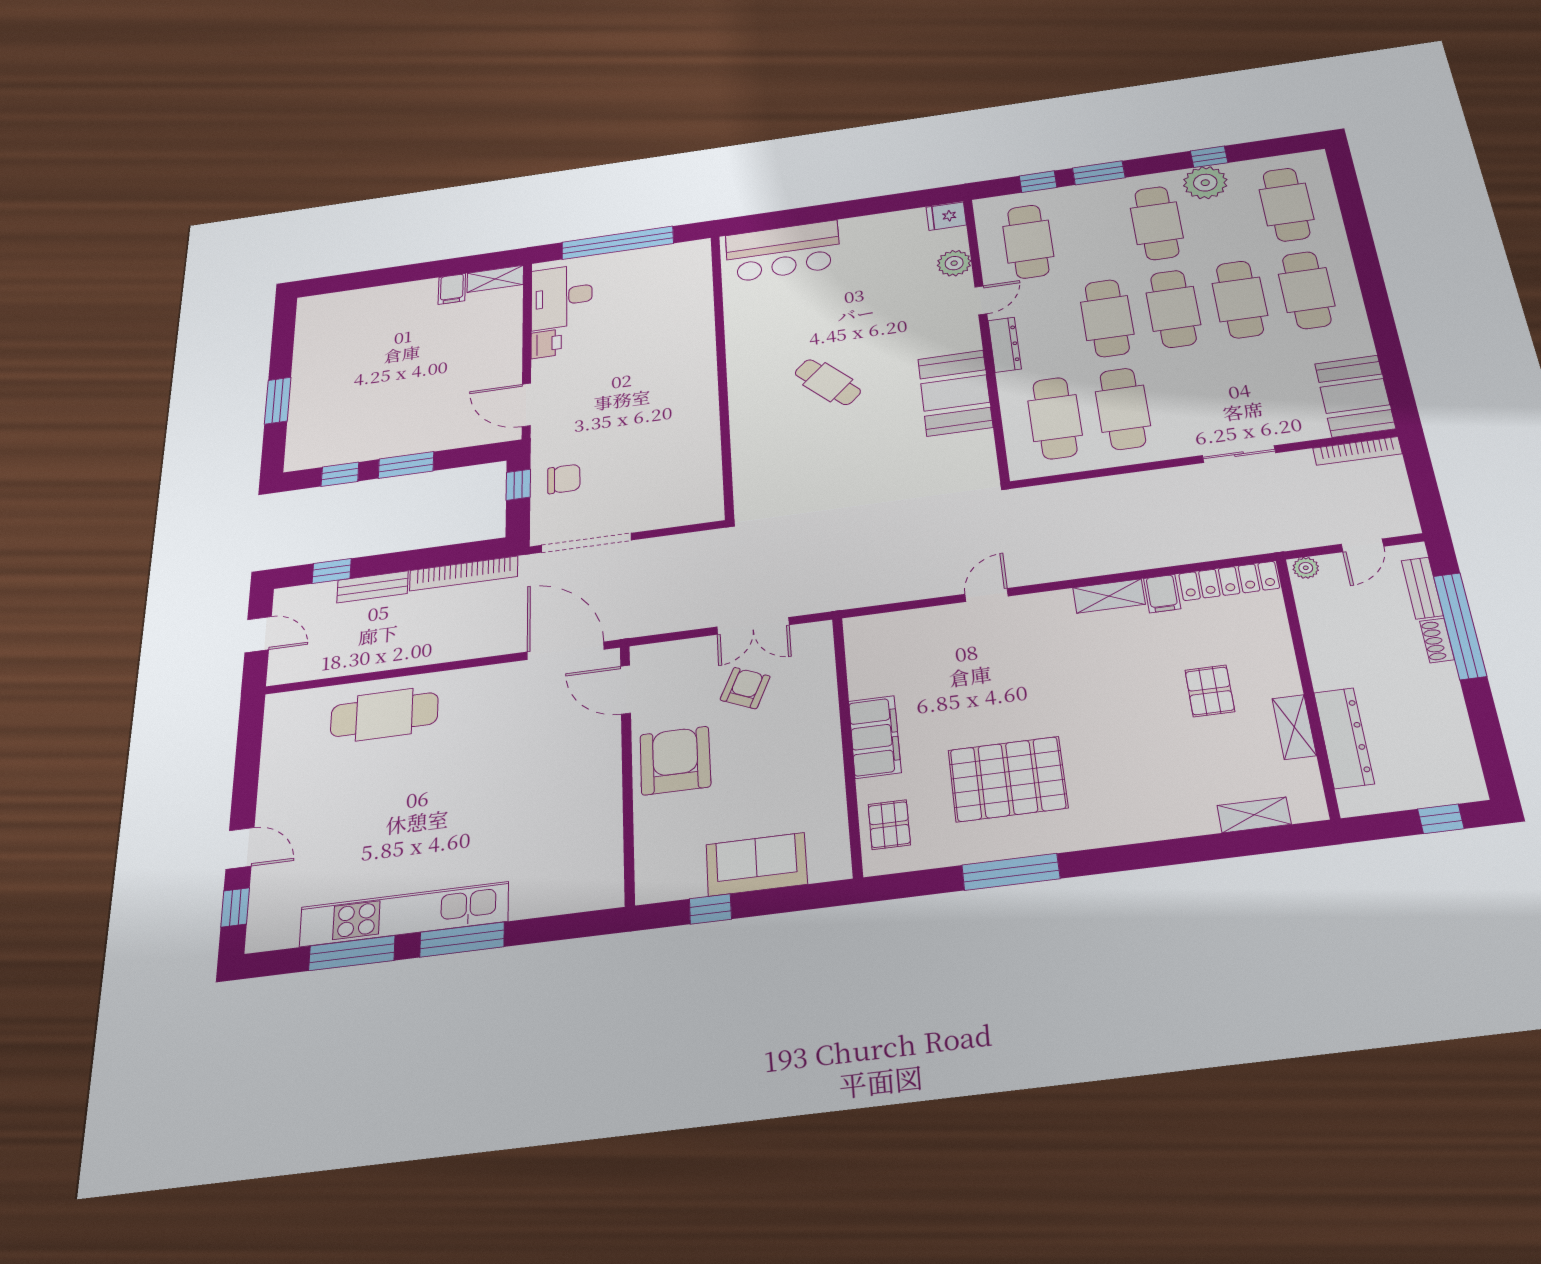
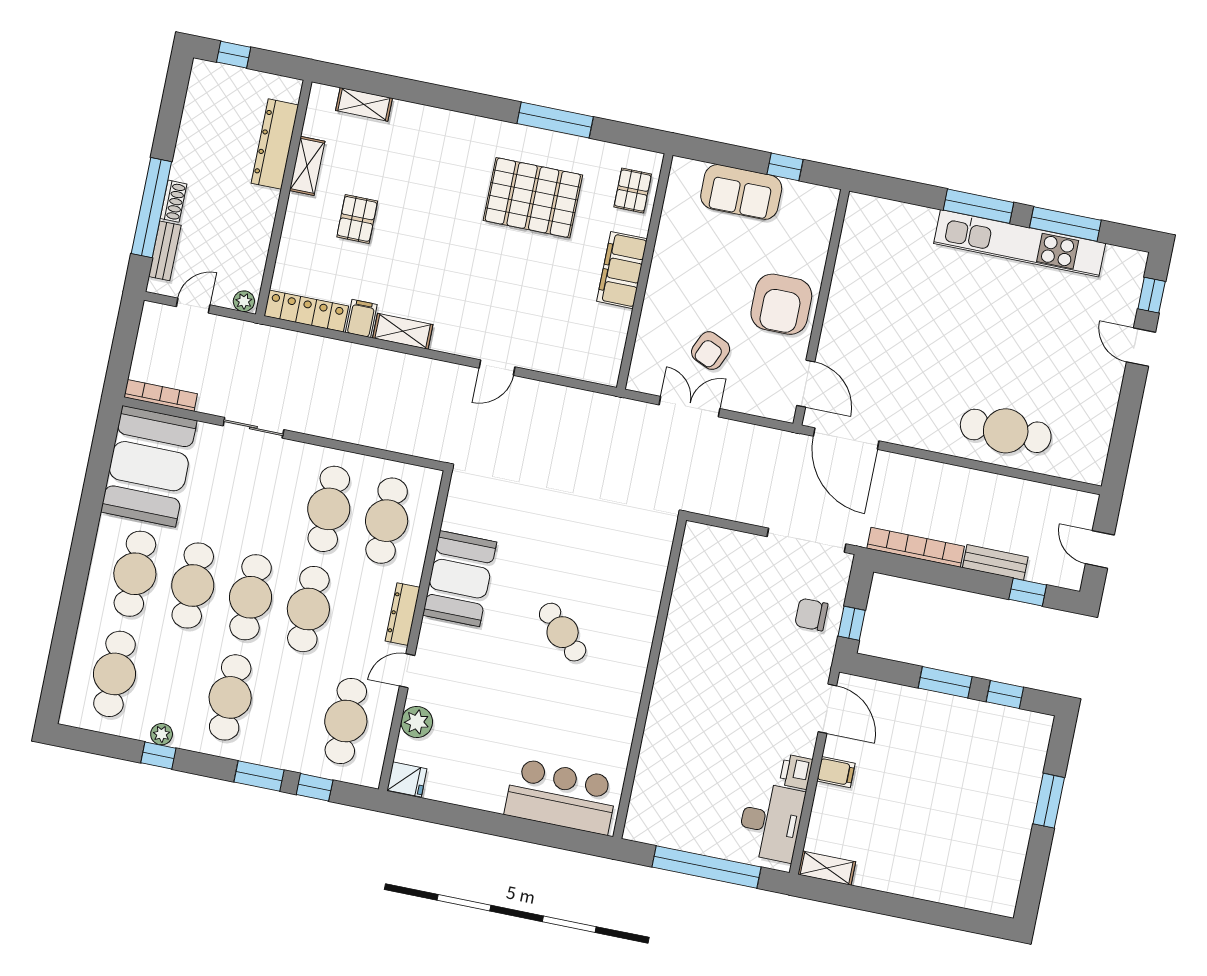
plant: (1205, 183) -> (162, 734), width x0.53, depth x0.53
filing cabinet: (452, 289) -> (836, 772), moved, turned 90
booth: (1355, 396) -> (149, 466), width x1.36, depth x1.42

